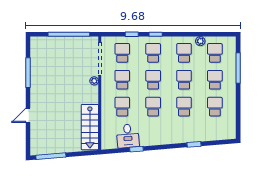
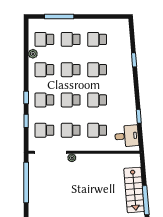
stairs: (90, 127) -> (134, 190), moved, turned 85
desk: (128, 136) -> (127, 136), moved

